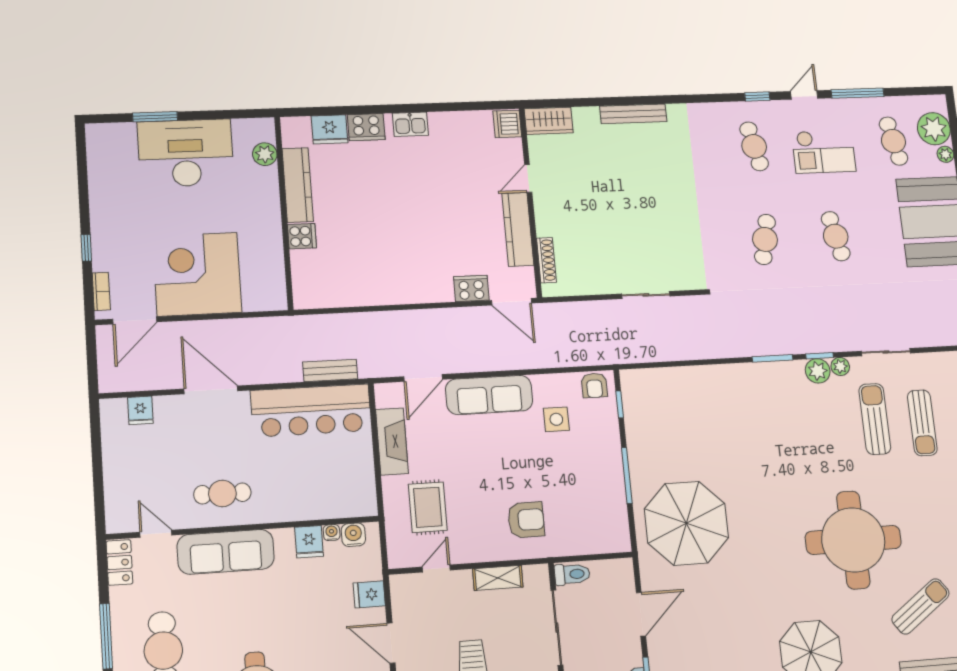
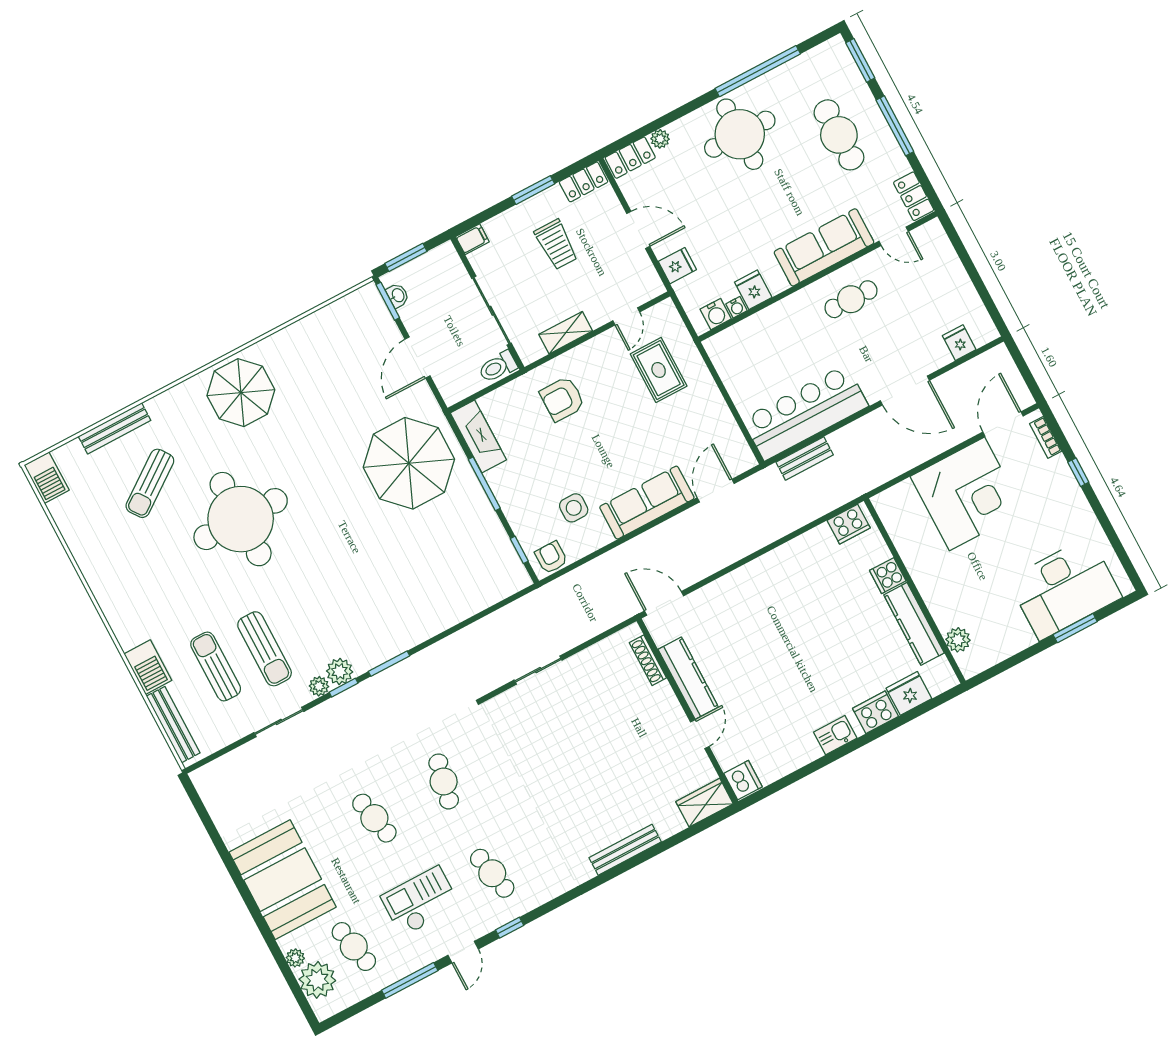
desk: (186, 153) -> (1065, 588), moved
cooker: (471, 288) -> (849, 524), moved
fireplace: (392, 441) -> (478, 436), moved, turned 180

